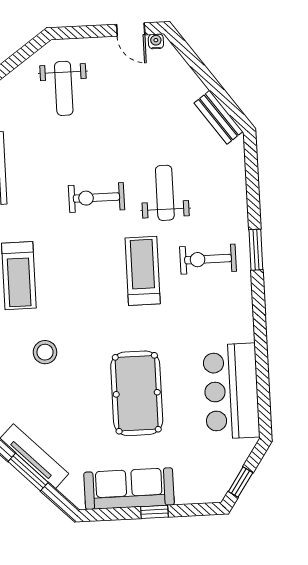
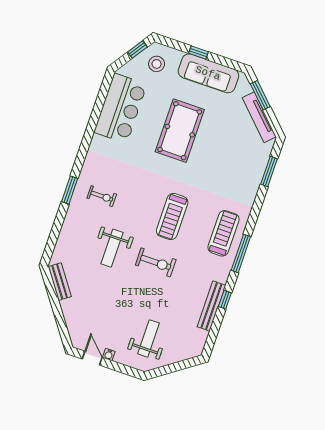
water cooler: (156, 41) -> (109, 355), moved
exercise bike: (208, 259) -> (102, 196), width x0.73, depth x0.72
treadmill: (143, 271) -> (172, 217), moved
stool: (45, 352) -> (157, 64), moved
window: (28, 472) -> (260, 95), moved

